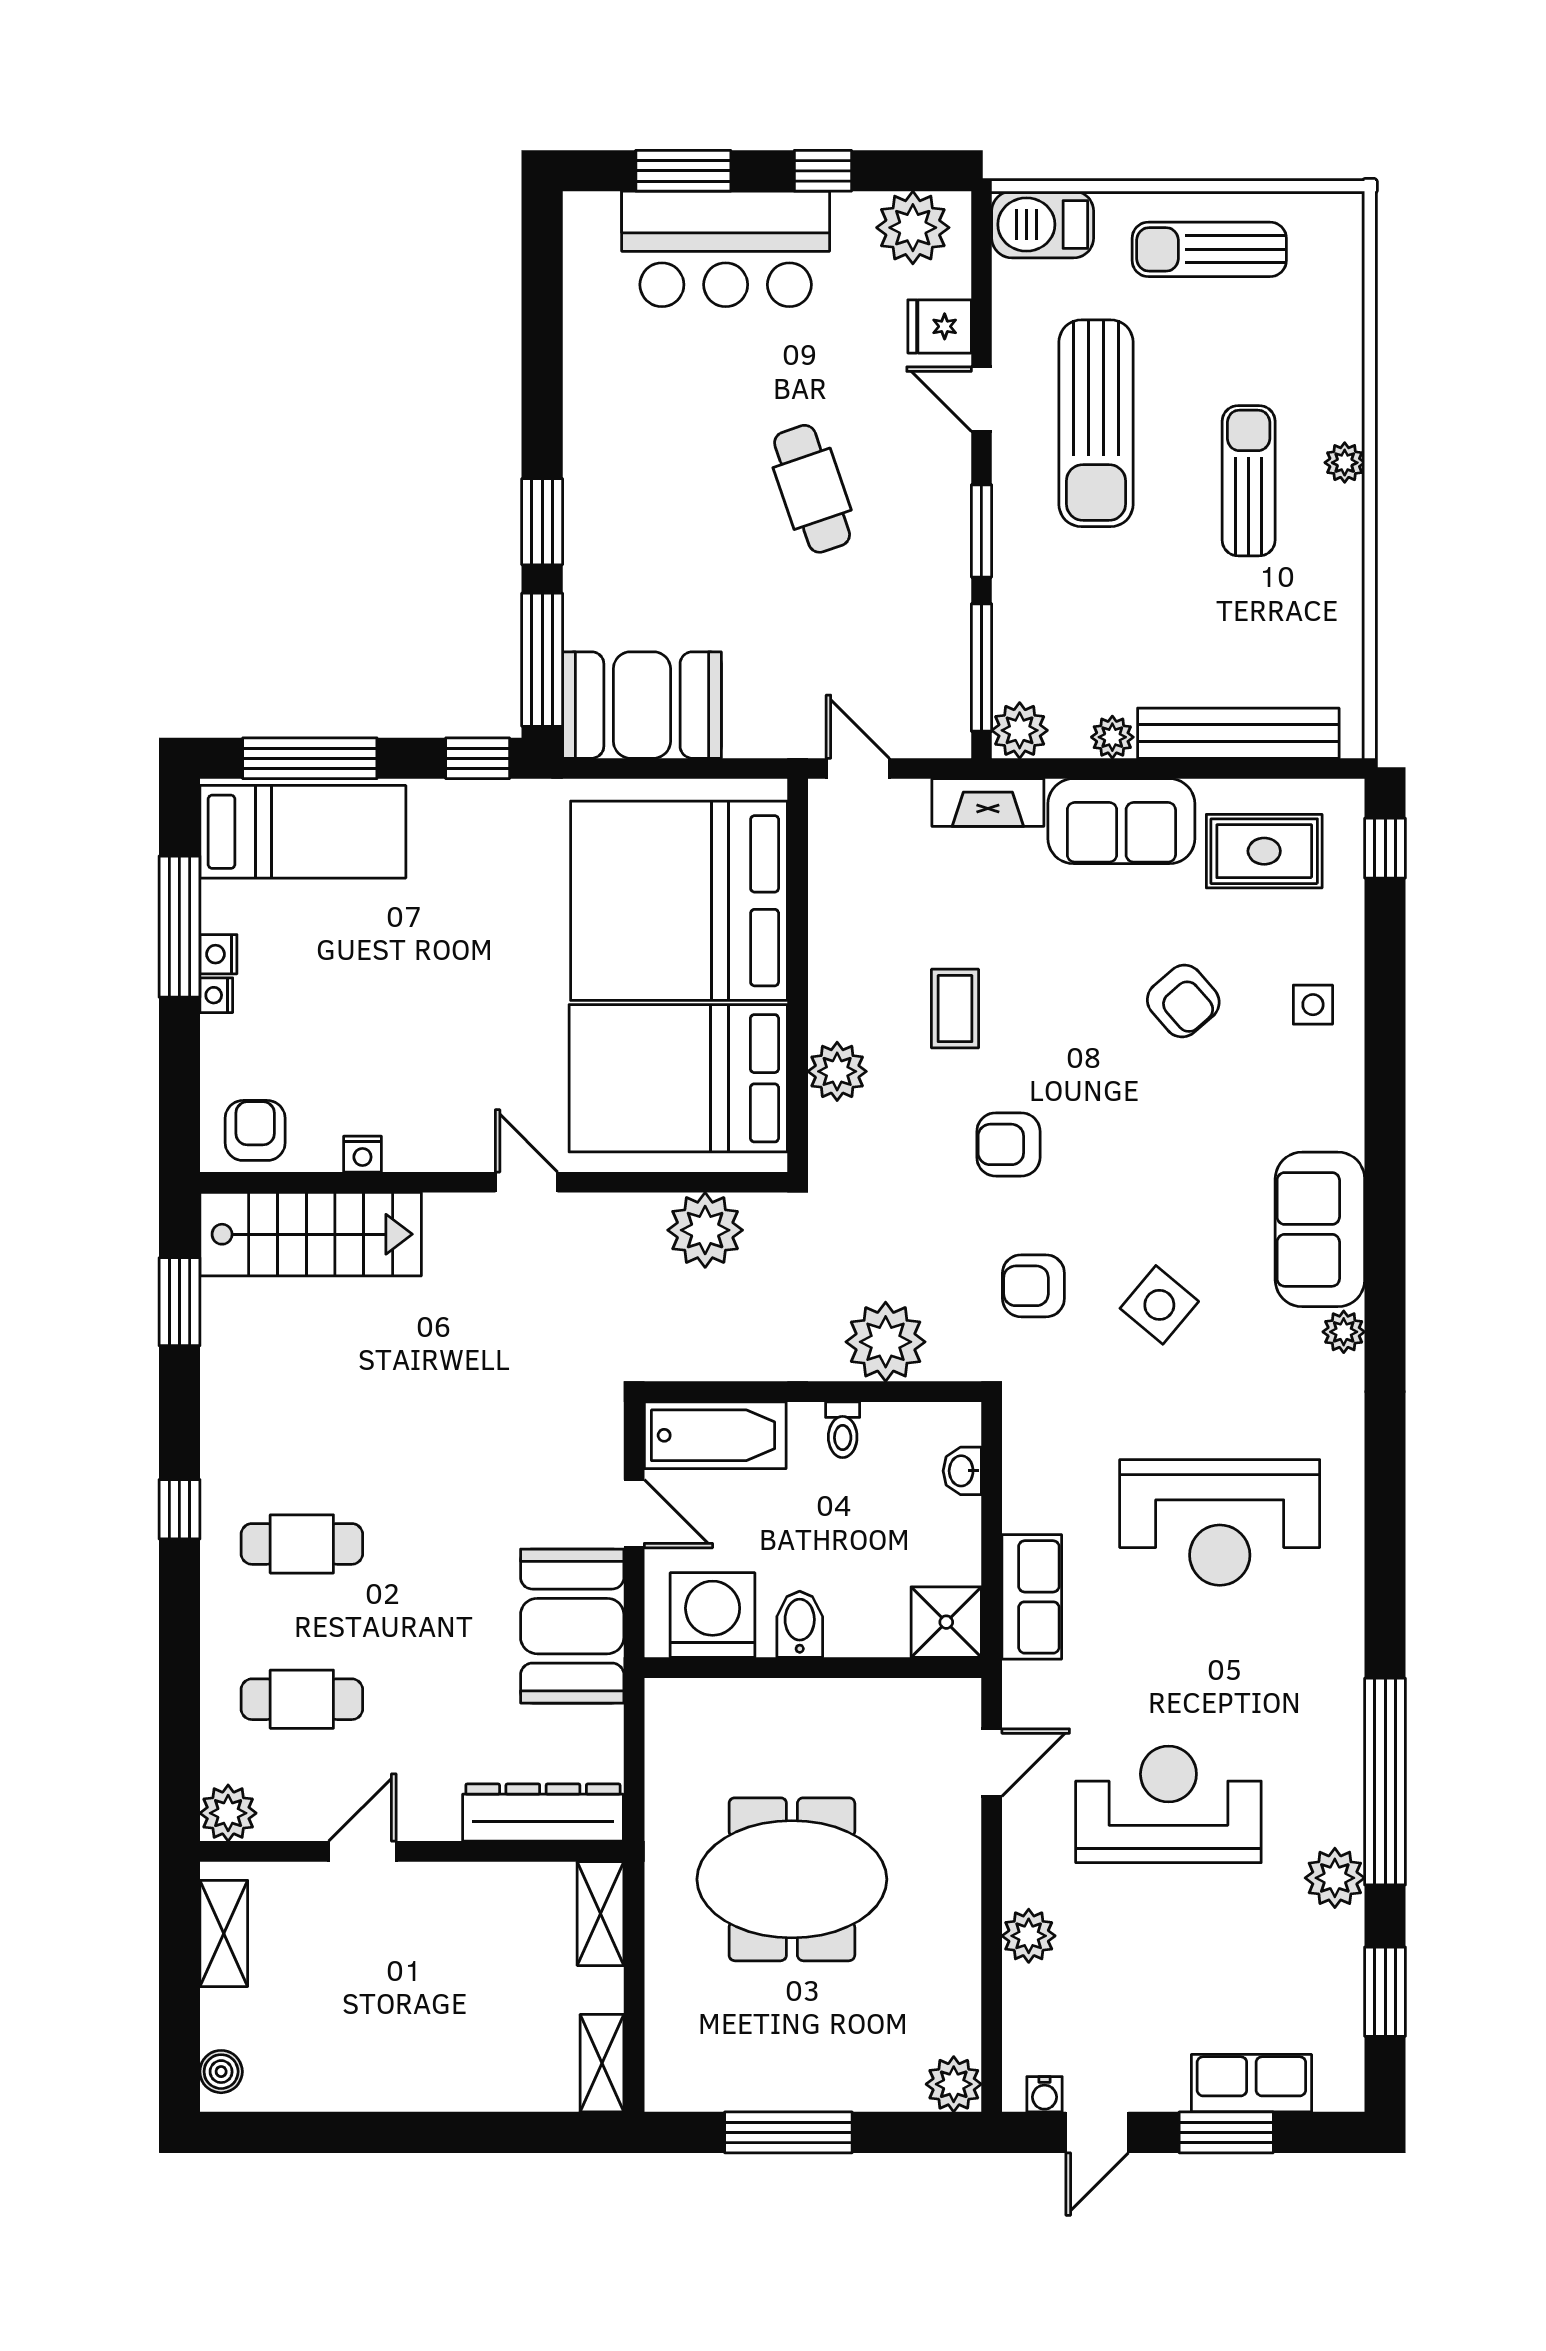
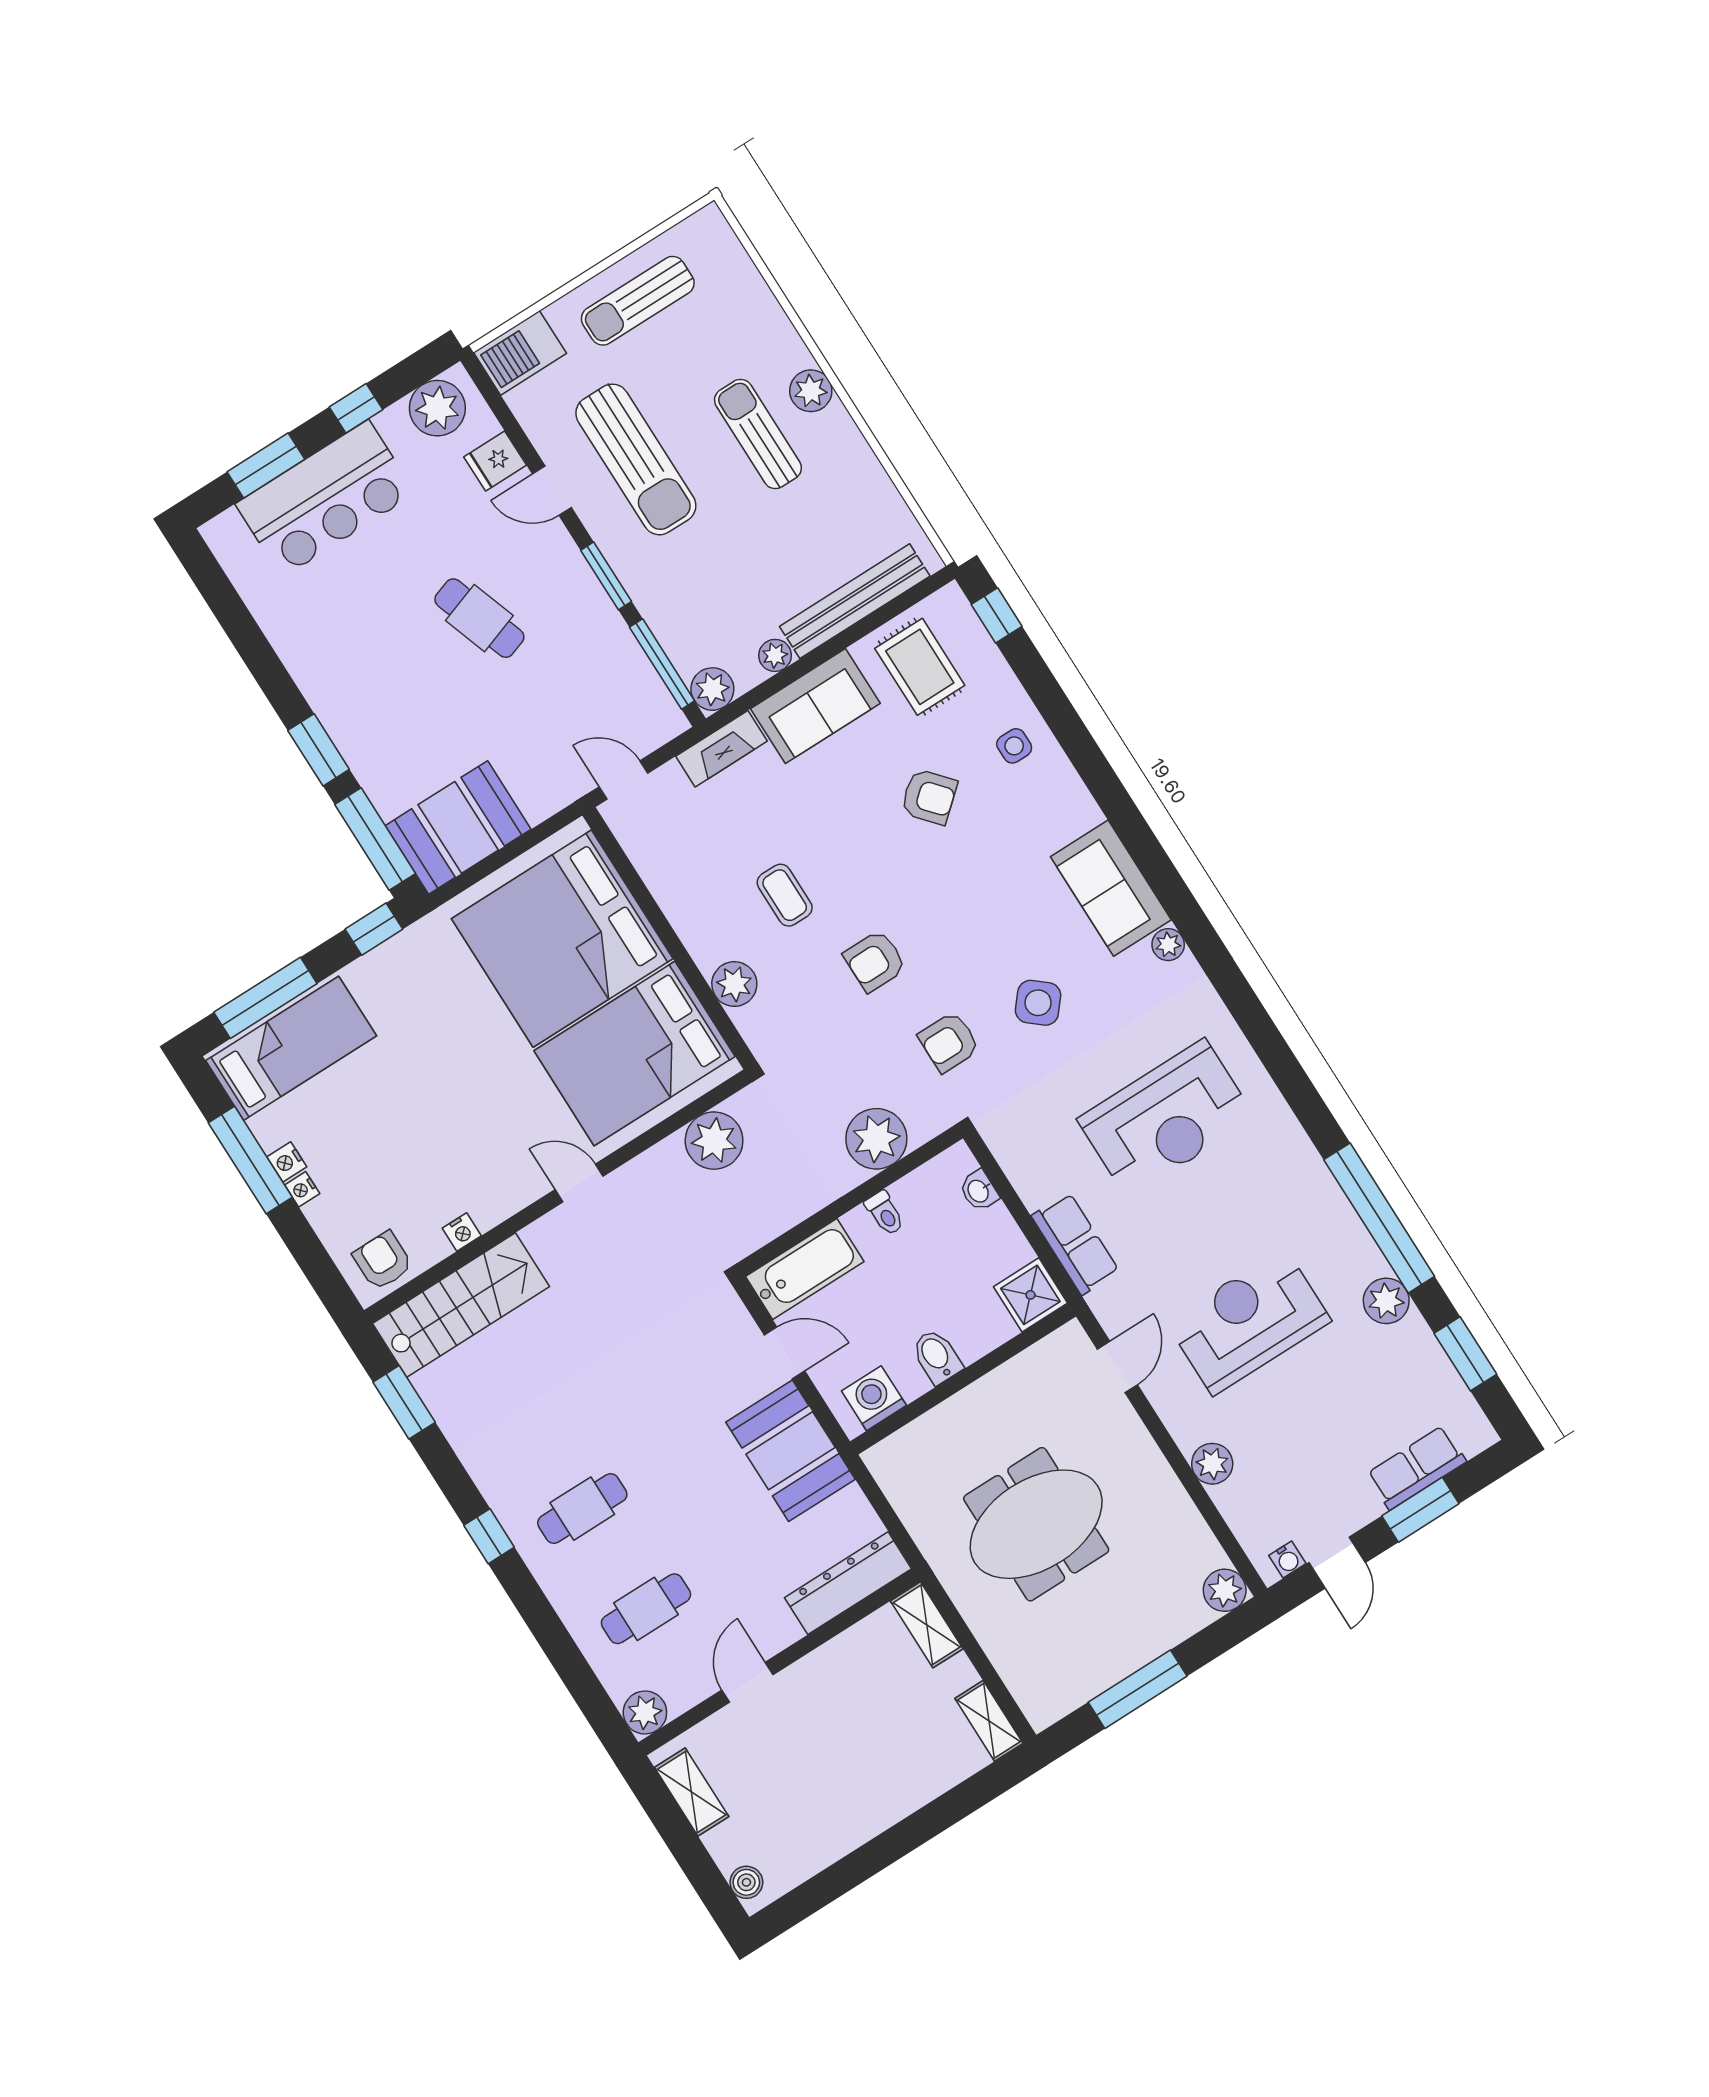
plant: (1345, 463) -> (811, 391), width x1.38, depth x1.38
rug: (1264, 851) -> (920, 667), turned 90
washing machine: (713, 1615) -> (874, 1398), width x0.73, depth x0.73

